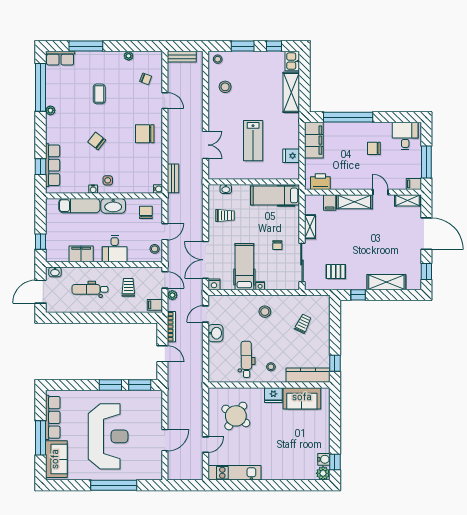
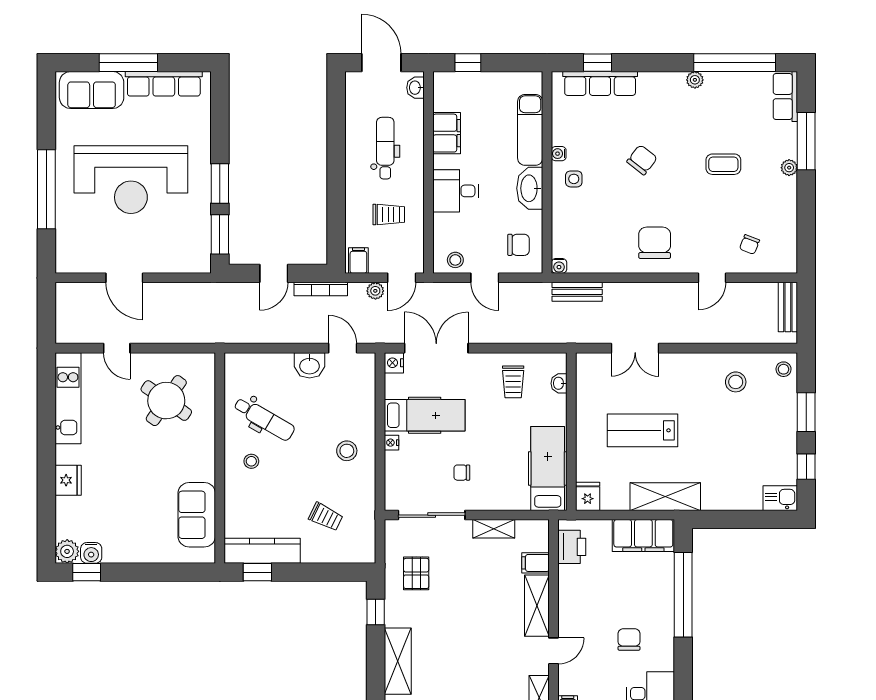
plant: (129, 56) -> (789, 168), moved
shelving: (291, 92) -> (665, 497), moved
fridge: (291, 156) -> (588, 496), moved
dental chair: (246, 359) -> (264, 419), turned 31
kitchen counter: (308, 375) -> (262, 551), moved, turned -90
fridge: (273, 395) -> (68, 480), moved, turned 180

